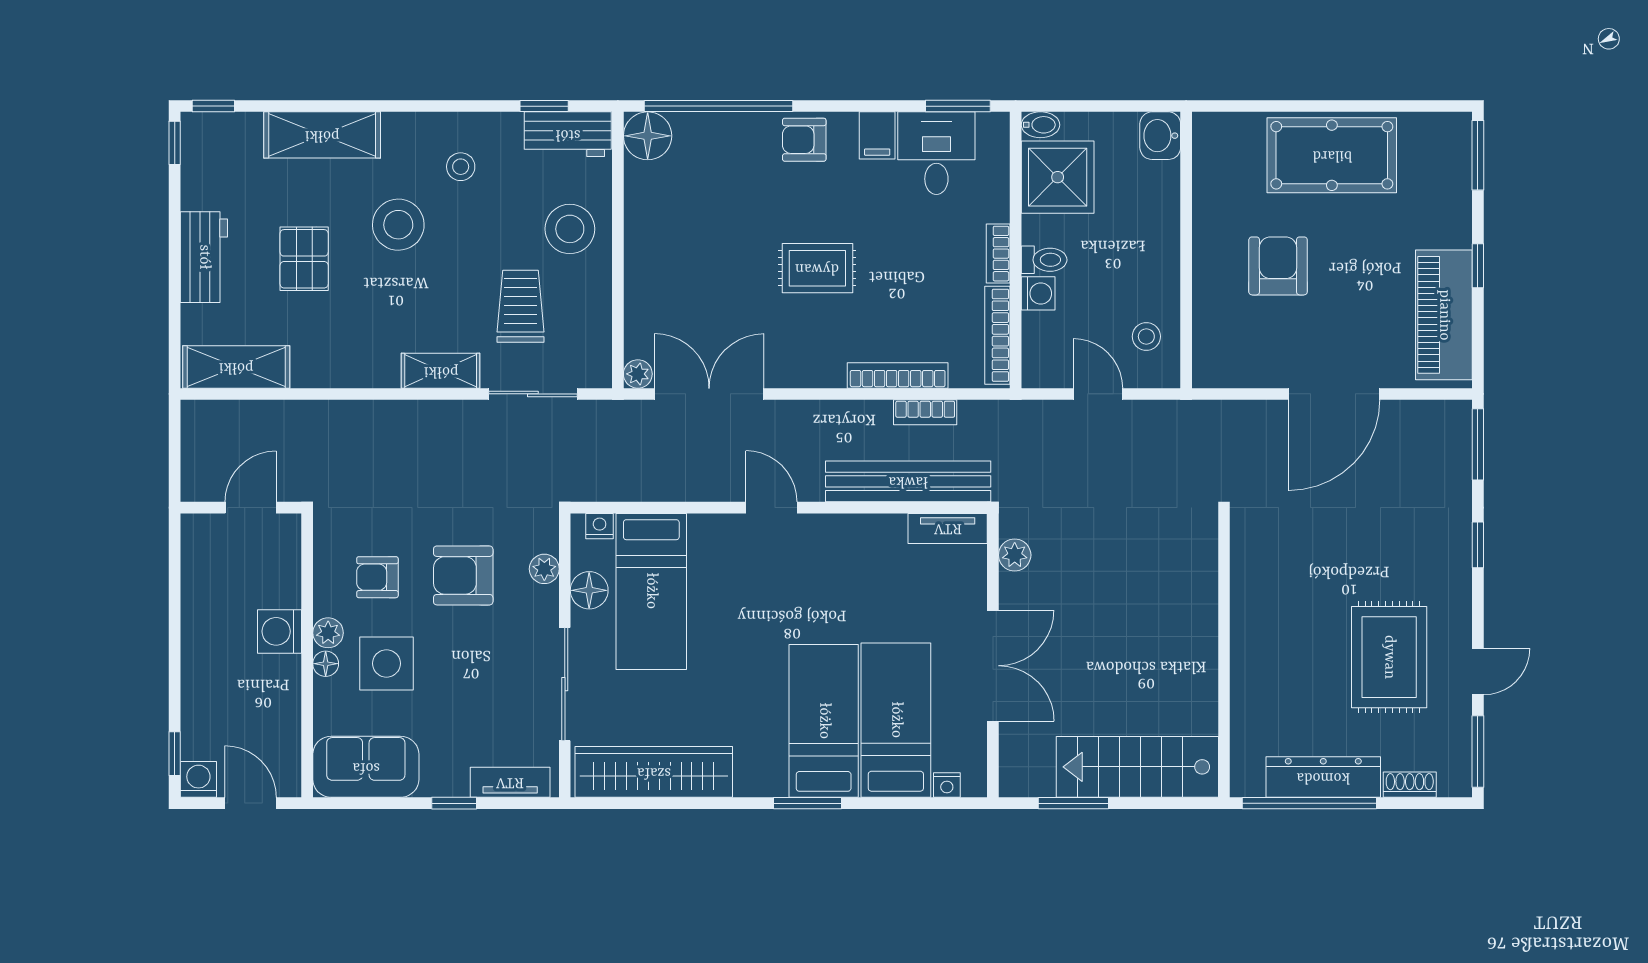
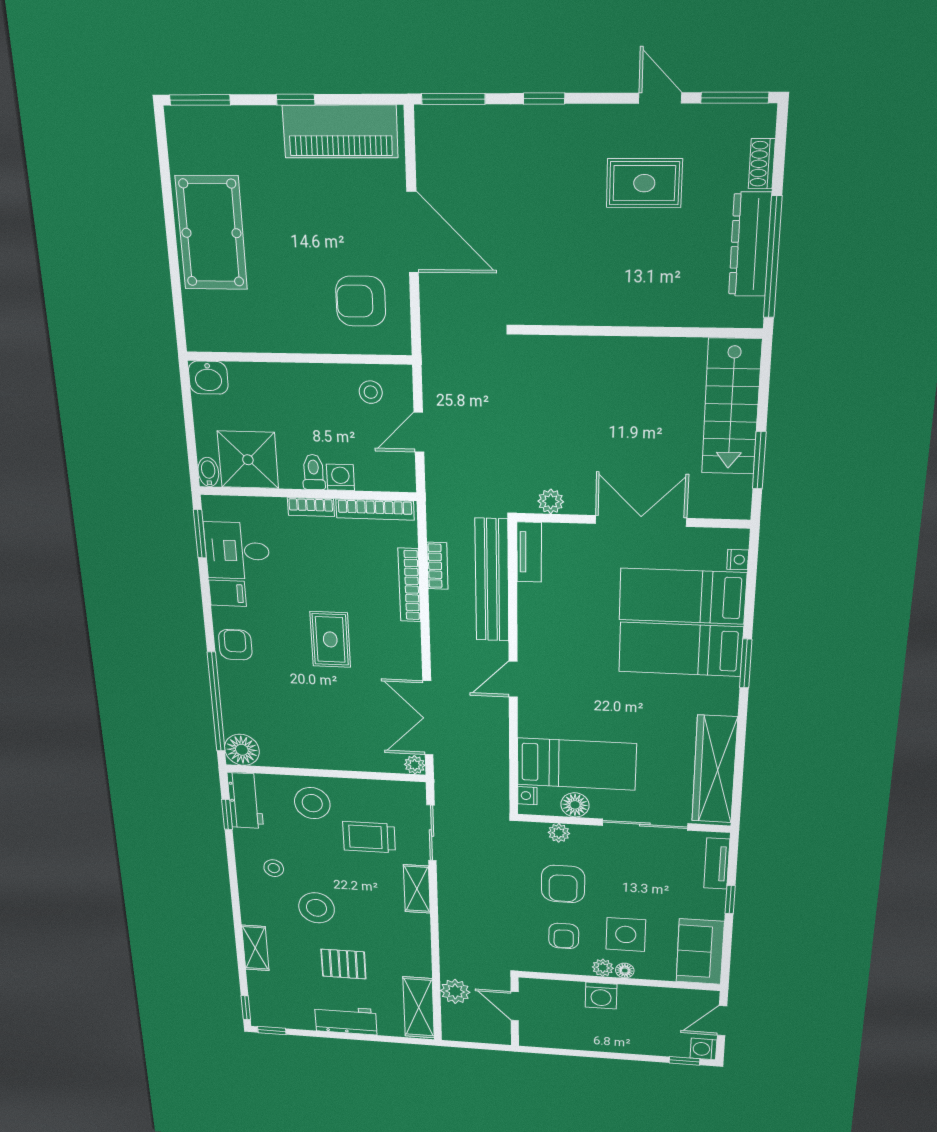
shelving: (322, 135) -> (255, 948), width x0.67, depth x0.75
armchair: (804, 140) -> (235, 645), turned 180
armchair: (1278, 266) -> (361, 301), moved
plant: (269, 421) -> (455, 991), added
rug: (1389, 657) -> (644, 183), width x0.73, depth x0.70

